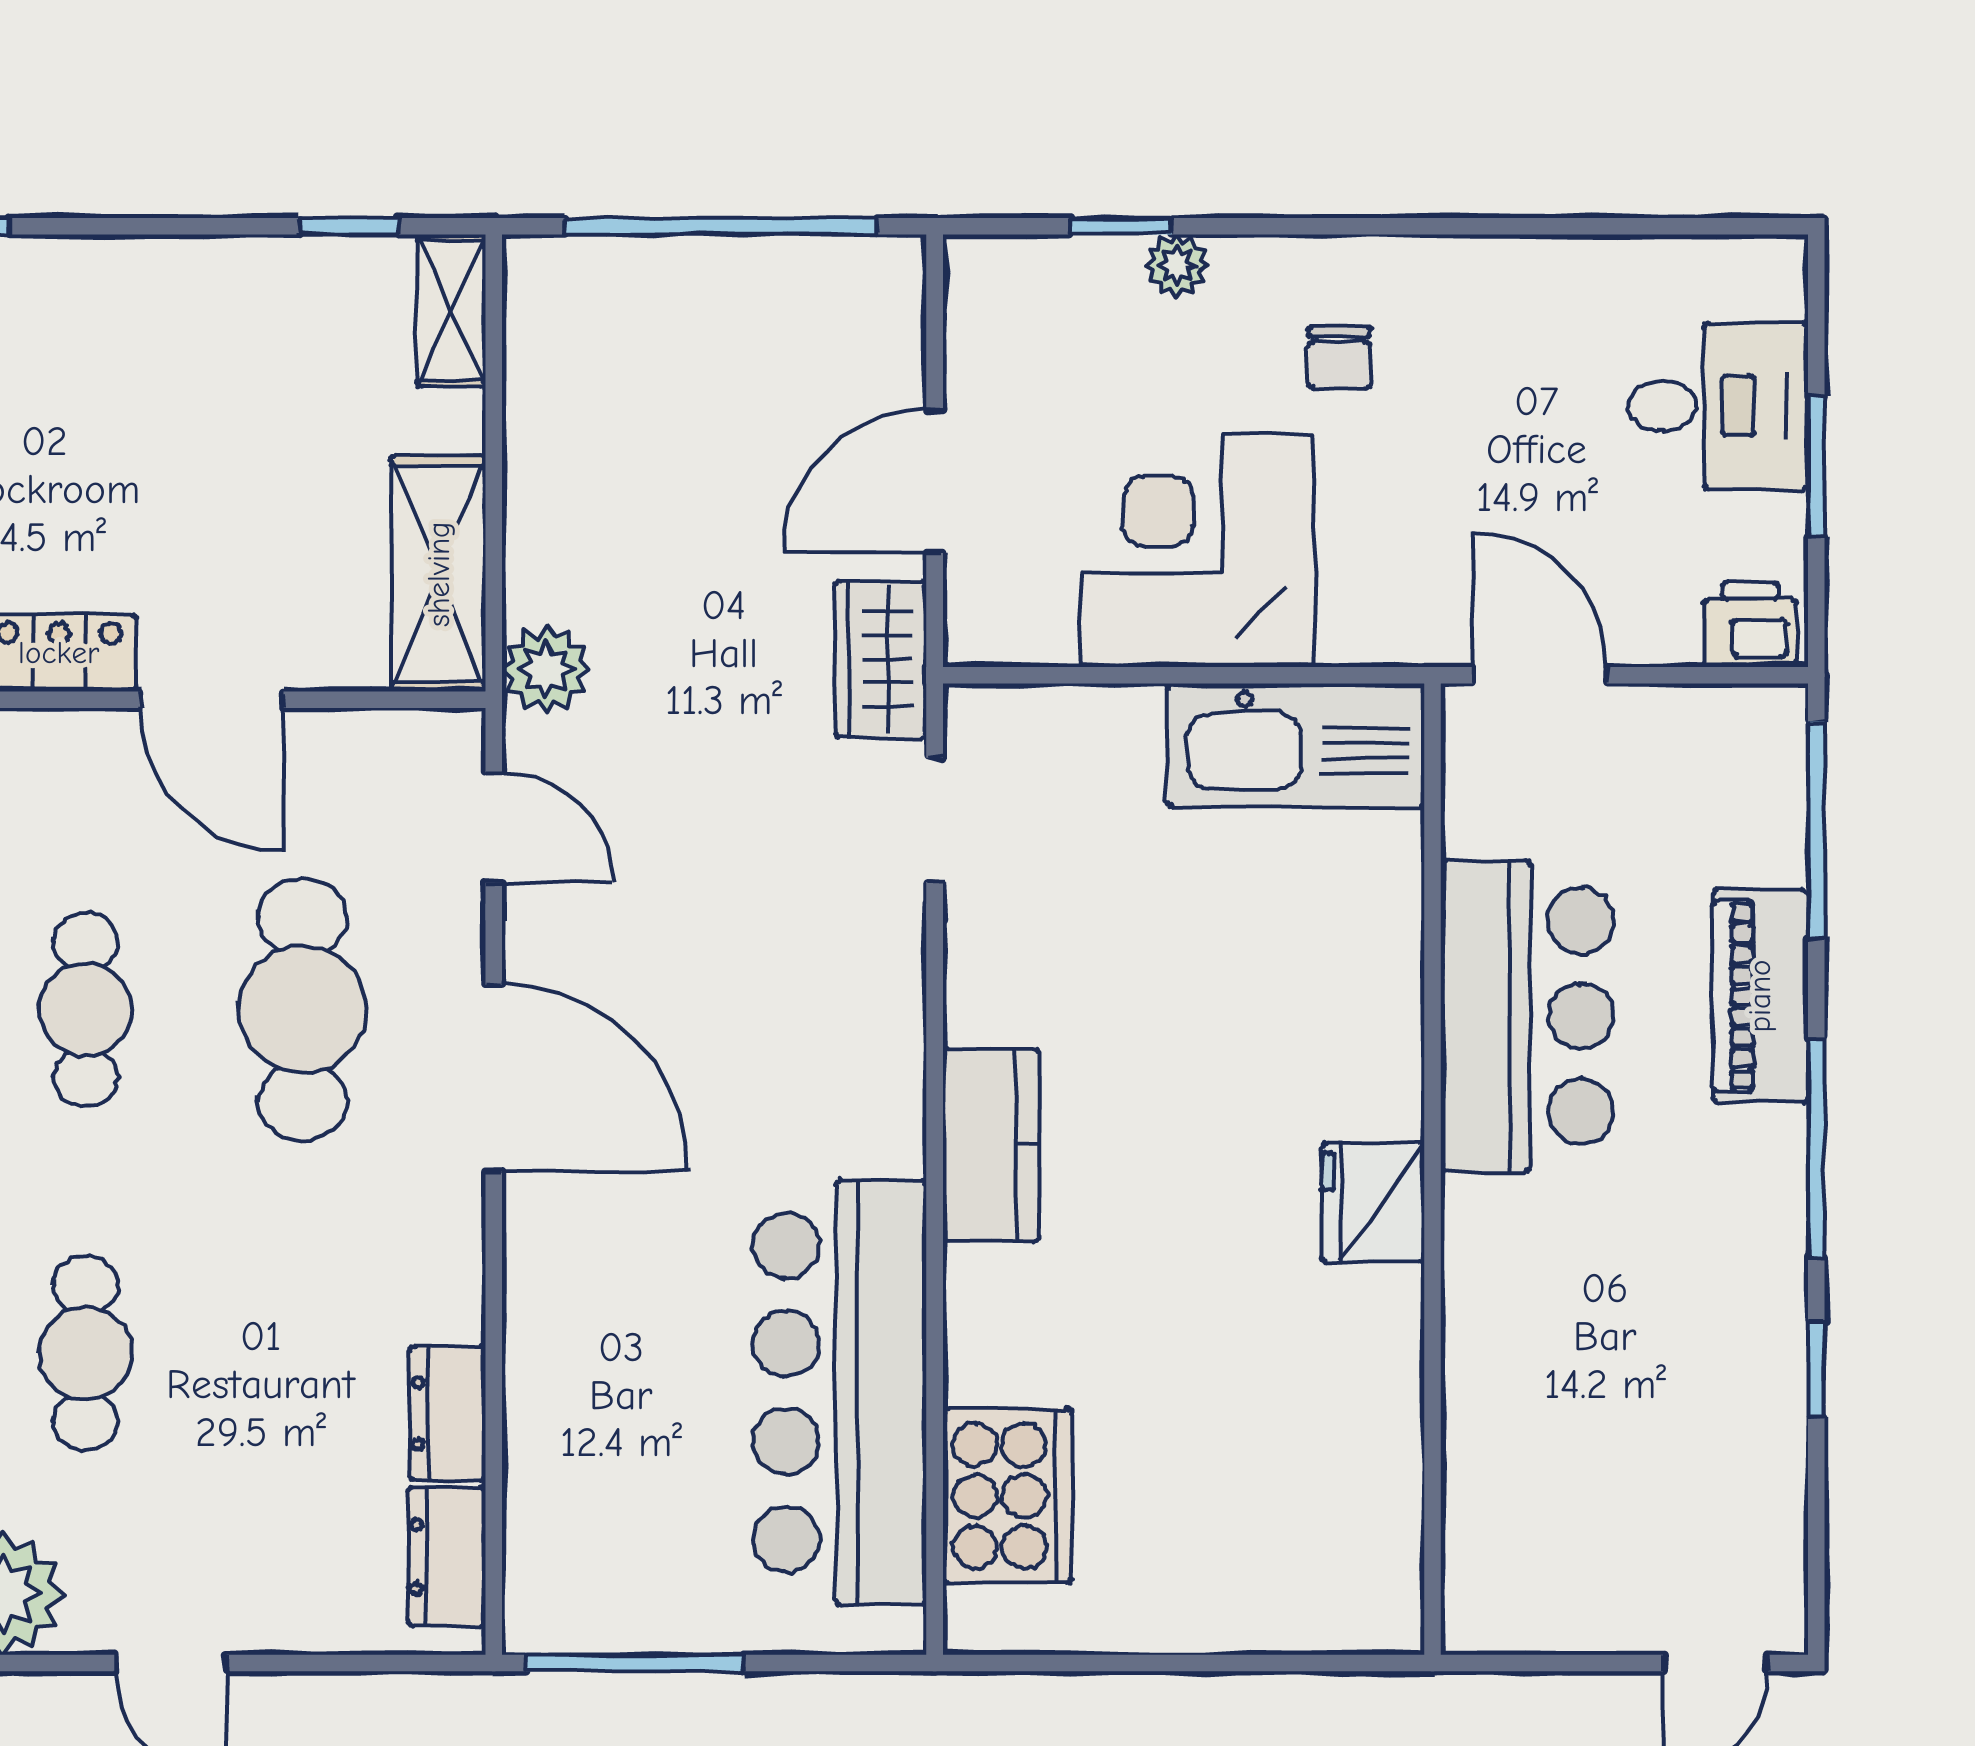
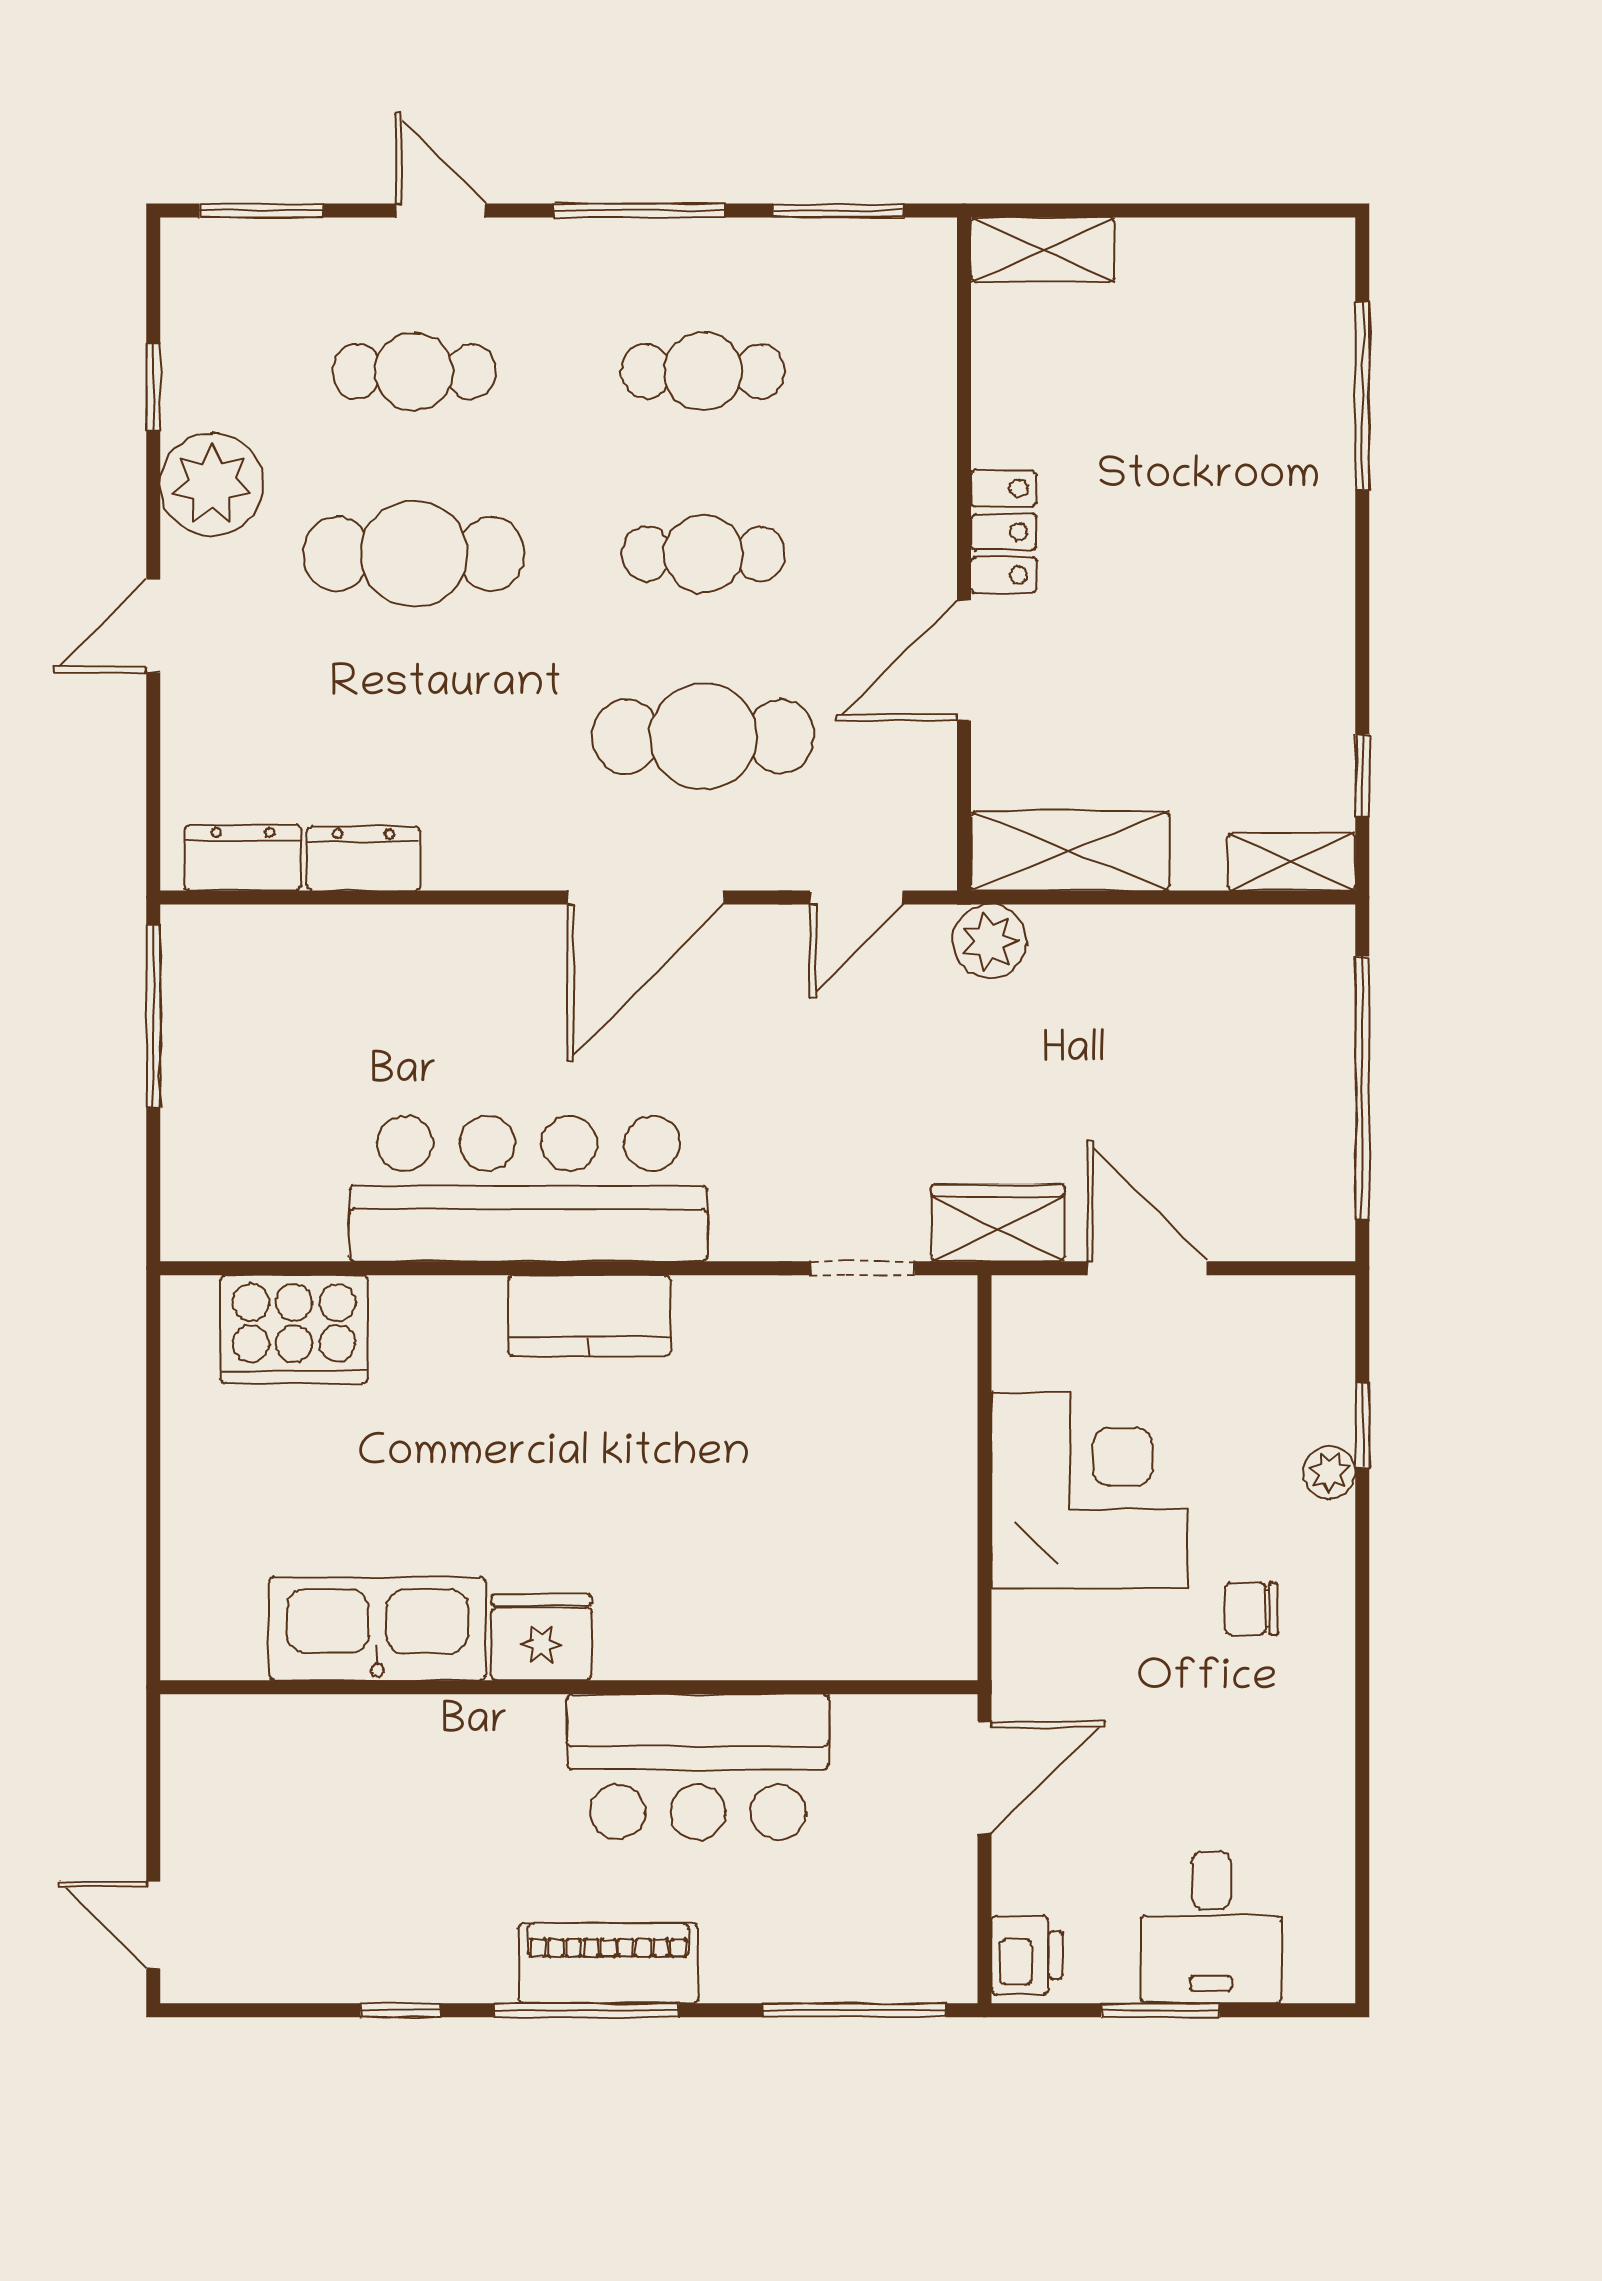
kitchen sink: (1296, 745) -> (377, 1629), moved, turned 90
piano: (1760, 996) -> (608, 1963), moved
cafe table: (86, 1353) -> (414, 554), width x1.37, depth x1.35
bar counter: (840, 1392) -> (528, 1189), moved

